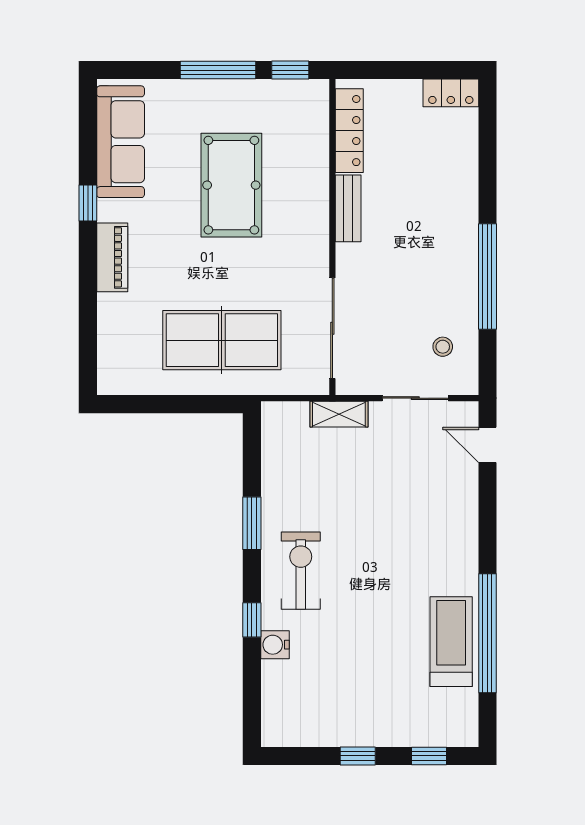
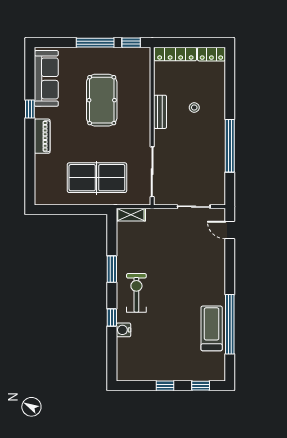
locker: (349, 131) -> (175, 54), moved, turned 90
stool: (443, 347) -> (194, 107), moved
shelving: (339, 414) -> (131, 215), moved

